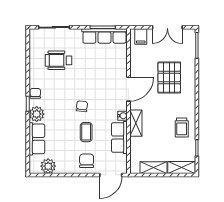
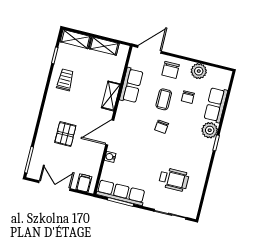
pallet: (169, 77) -> (65, 134), width x0.67, depth x0.71
chair: (35, 93) -> (188, 97), moved
water cooler: (123, 116) -> (110, 157), moved
plant: (48, 166) -> (199, 71), moved

